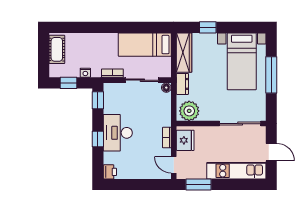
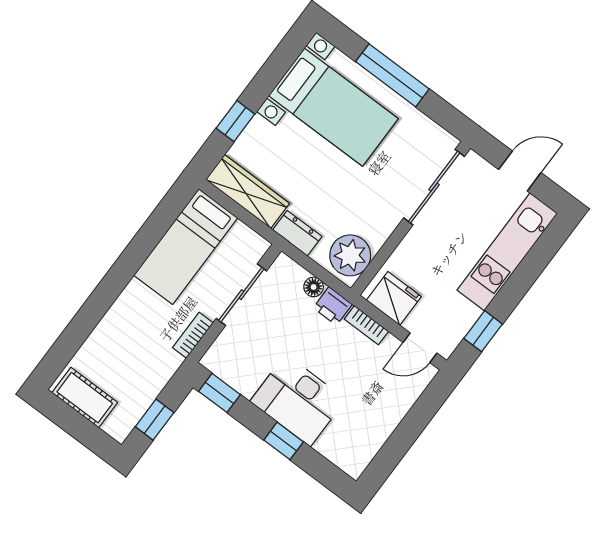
nightstand: (85, 73) -> (159, 379), removed
floor lamp: (166, 88) -> (314, 287), moved
printer: (110, 172) -> (333, 306), moved, turned 180
window: (198, 184) -> (483, 331), width x0.67

